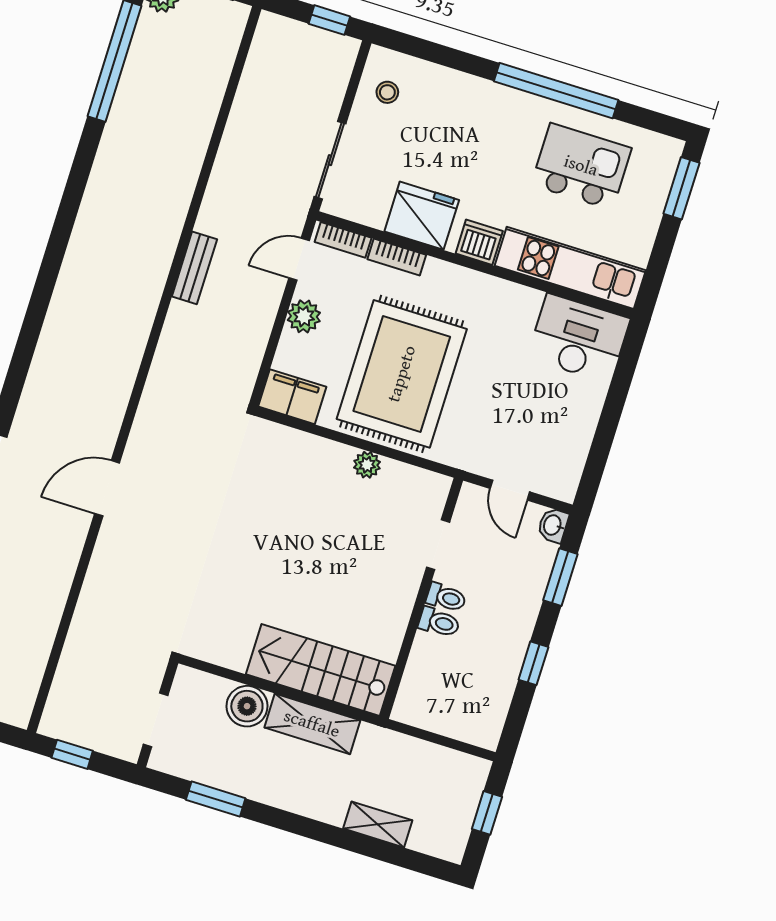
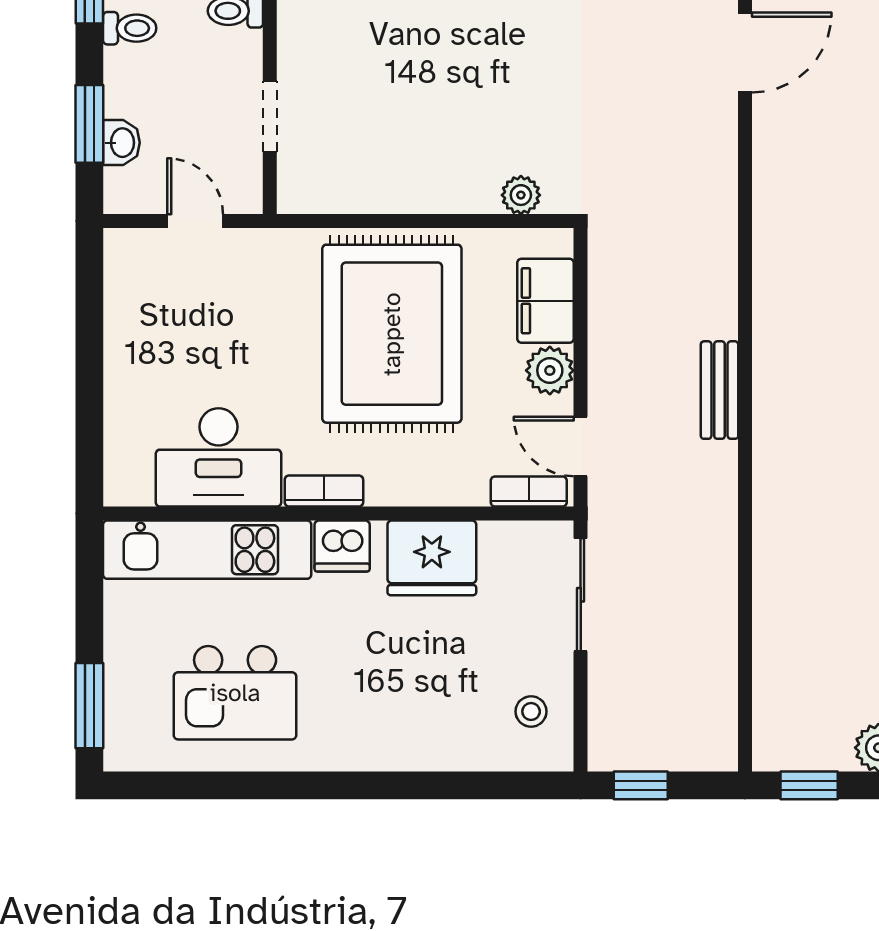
window: (556, 91) -> (302, 785), removed
bookcase: (397, 257) -> (324, 491), moved
door: (299, 259) -> (581, 446), swing flipped
desk: (579, 338) -> (218, 457), moved
filing cabinet: (292, 397) -> (546, 301), moved, turned 90
plant: (367, 465) -> (521, 195), moved
washbasin: (553, 525) -> (121, 143), moved
toilet: (446, 597) -> (130, 28), moved, turned 180

